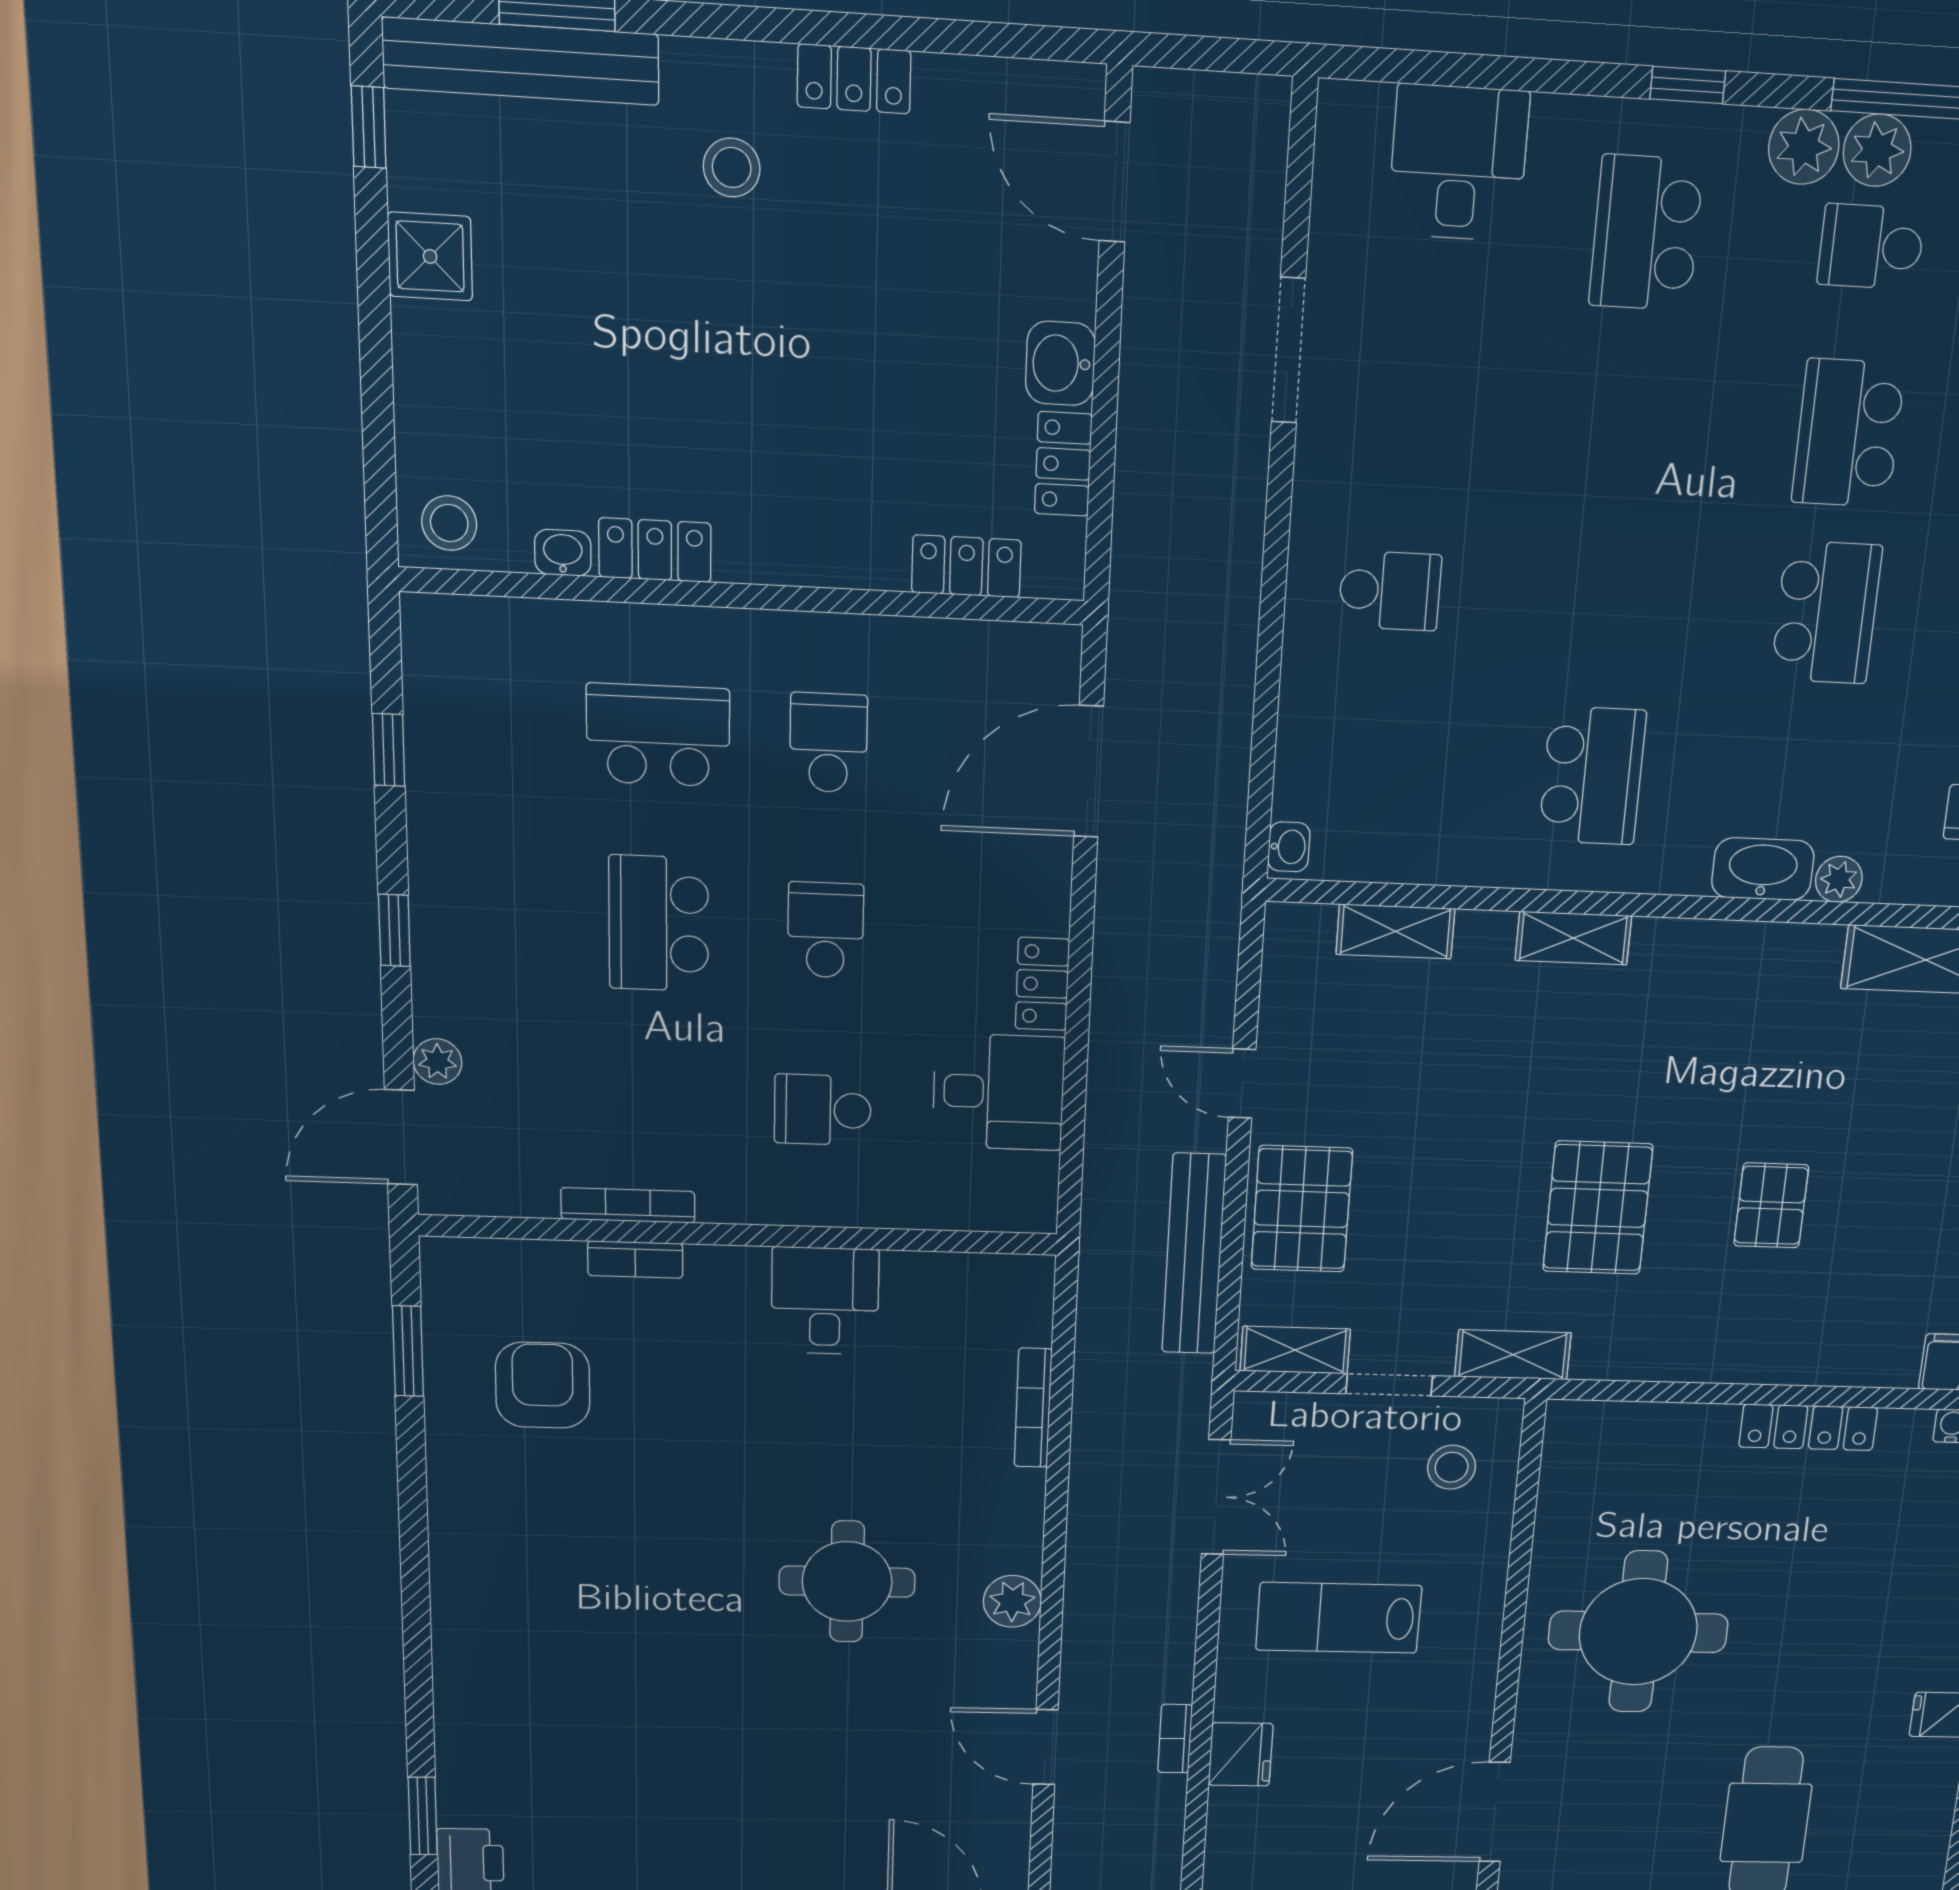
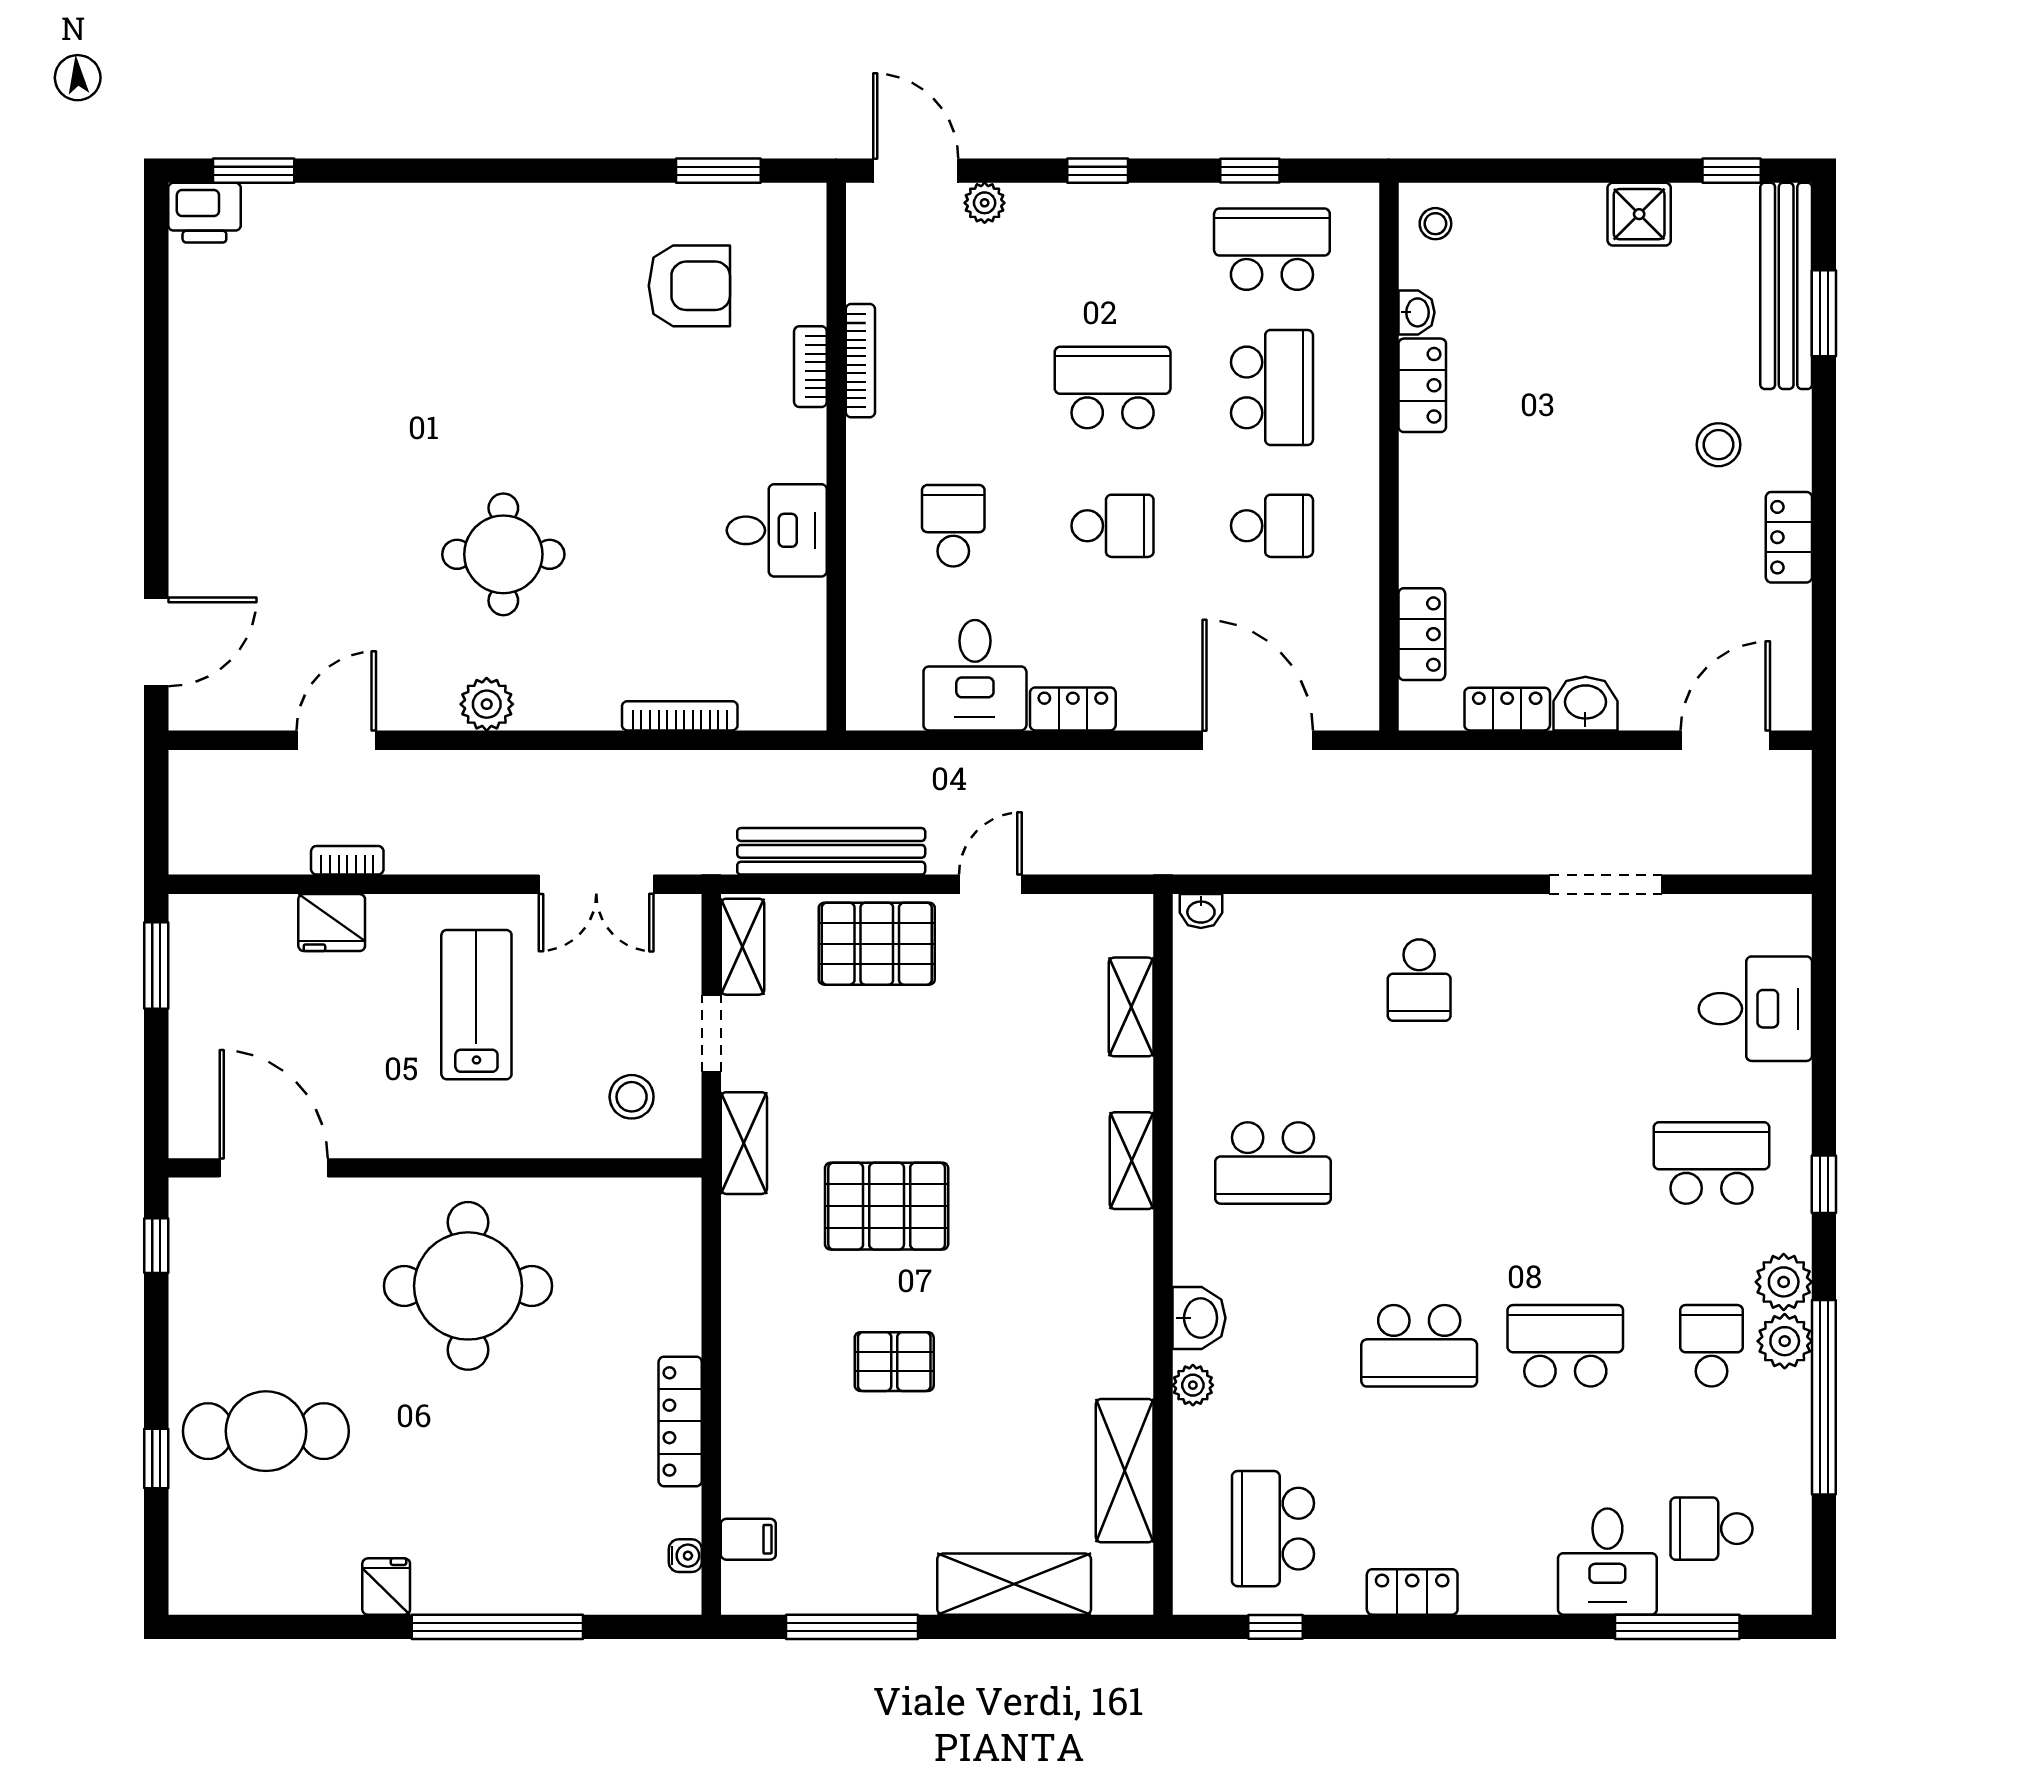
stool: (449, 523) -> (1435, 224), width x0.73, depth x0.73
school desk: (486, 727) -> (1272, 249), added
washbasin: (1763, 869) -> (1199, 1318), width x0.72

